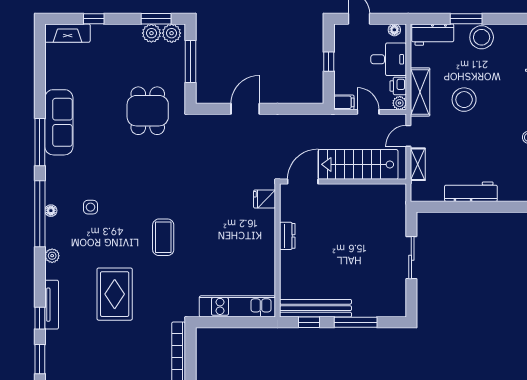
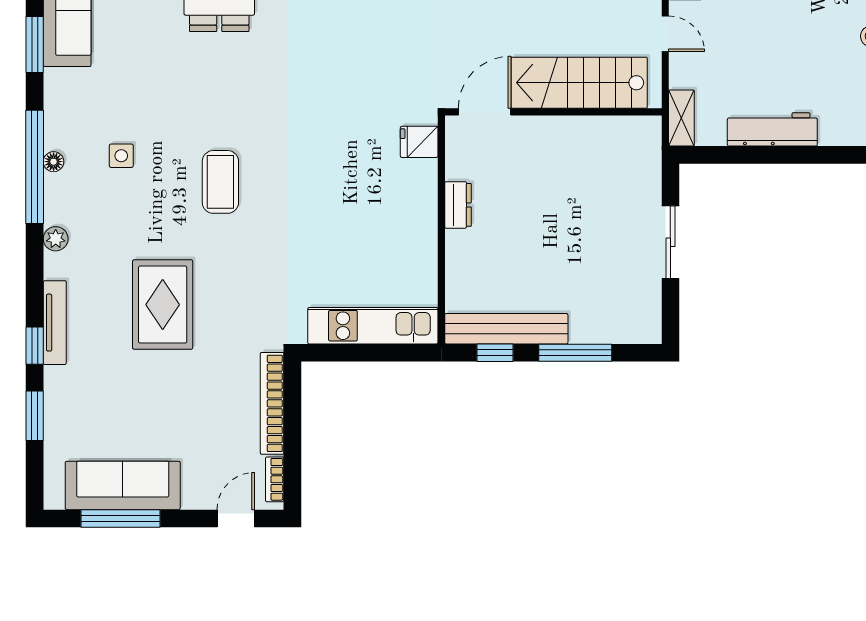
door: (408, 136) -> (665, 34), swing flipped
window: (40, 142) -> (35, 44), width x0.69
shelving: (418, 164) -> (681, 118), moved
coffee table: (163, 237) -> (220, 182), moved

